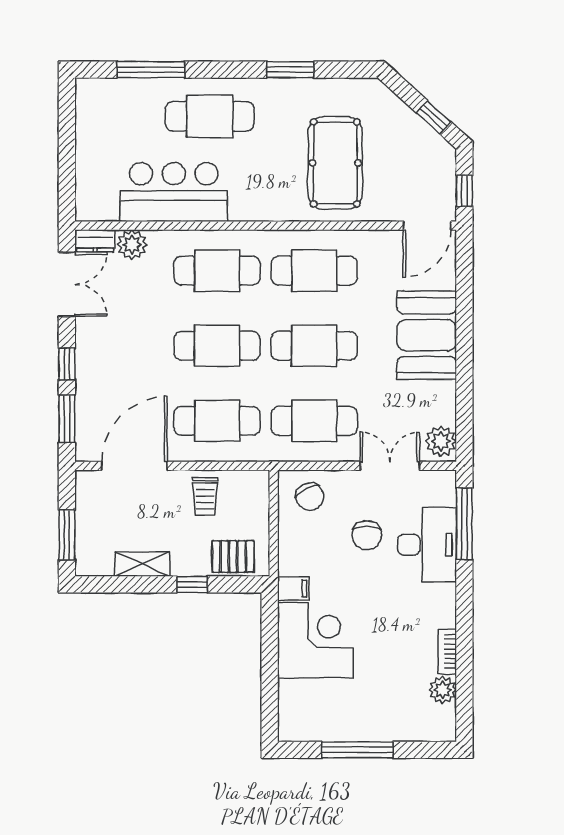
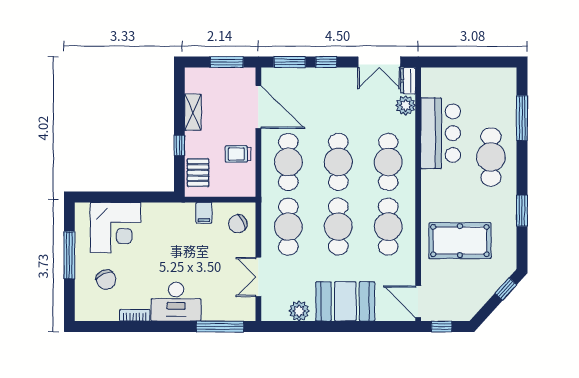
window: (434, 117) -> (506, 289), moved
plant: (441, 441) -> (299, 311), moved
double door: (390, 466) -> (258, 277), swing flipped
window: (67, 535) -> (227, 62), moved
chair: (367, 535) -> (106, 280), moved, turned -115
desk: (427, 545) -> (176, 302), moved
filing cabinet: (293, 588) -> (204, 213), moved
corner desk: (315, 640) -> (116, 227), moved
plant: (443, 690) -> (109, 312), removed

